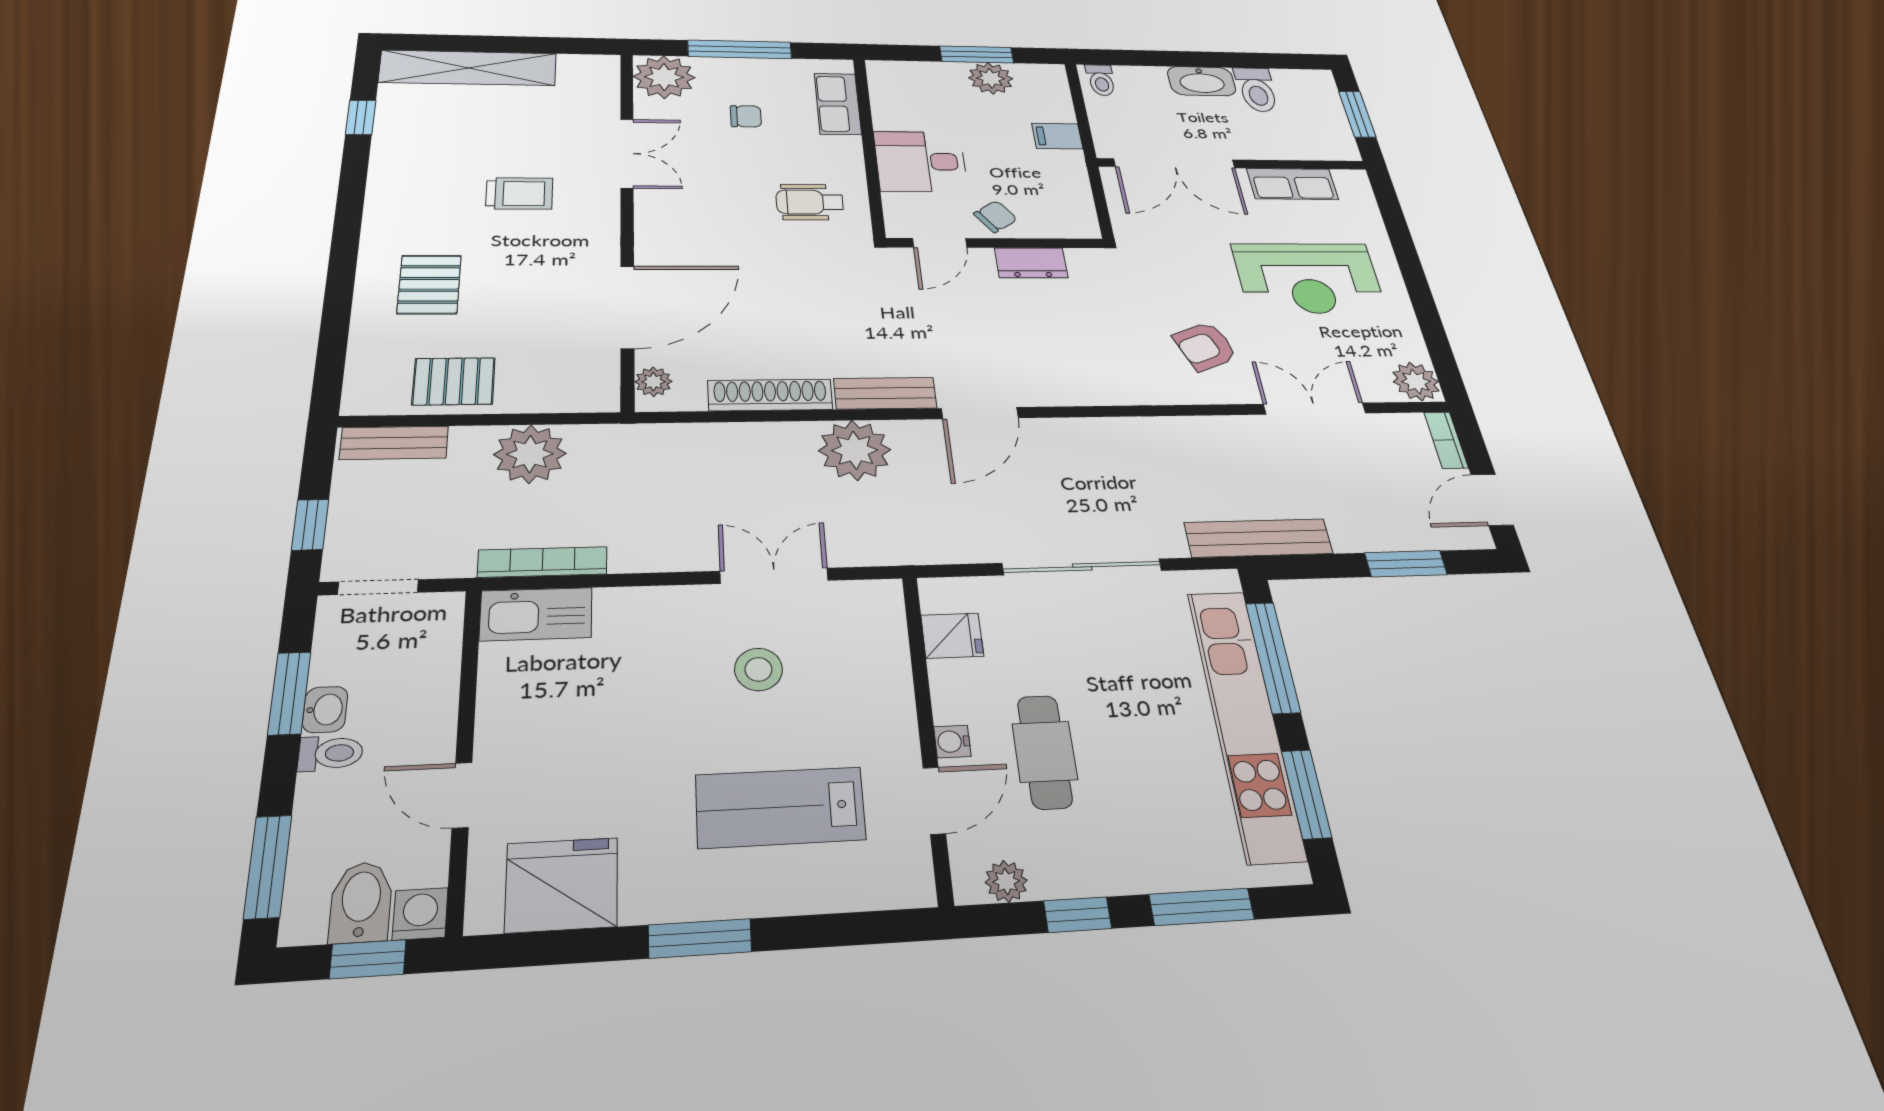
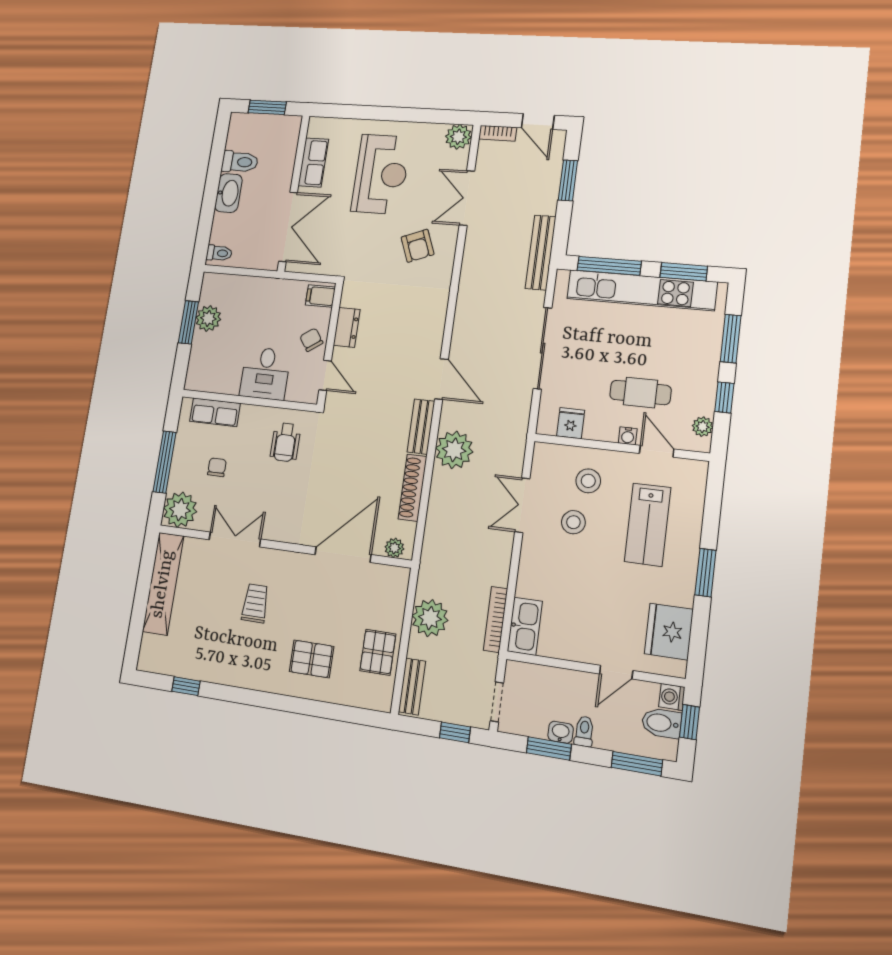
shelving: (468, 68) -> (163, 584), moved
filing cabinet: (1057, 136) -> (320, 296), moved, turned 90
door: (627, 307) -> (343, 555), hinge flipped
stool: (846, 684) -> (588, 481), added

